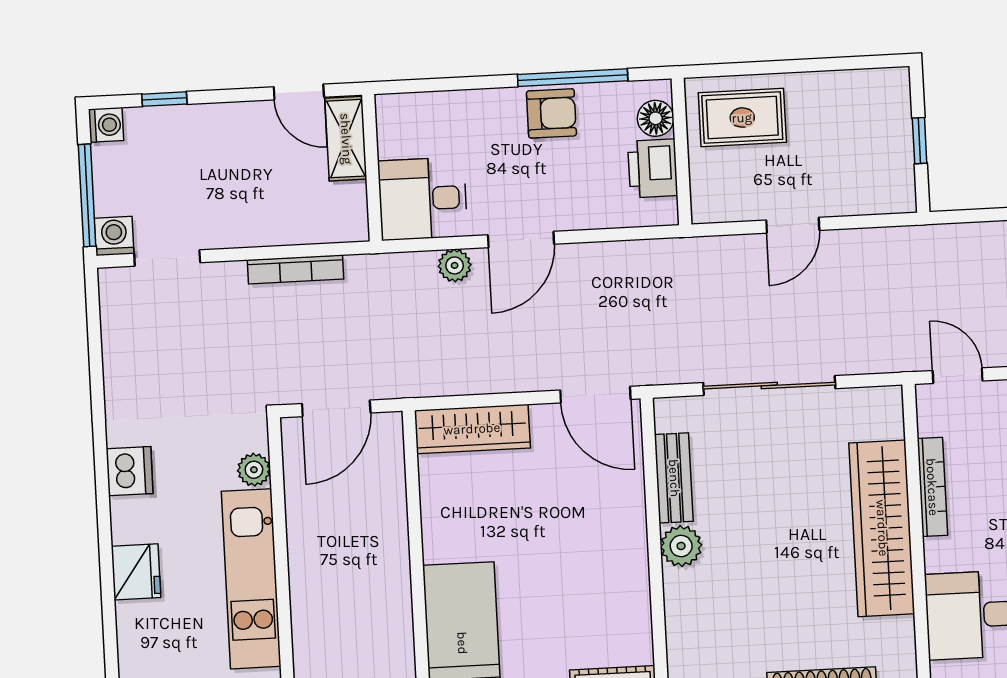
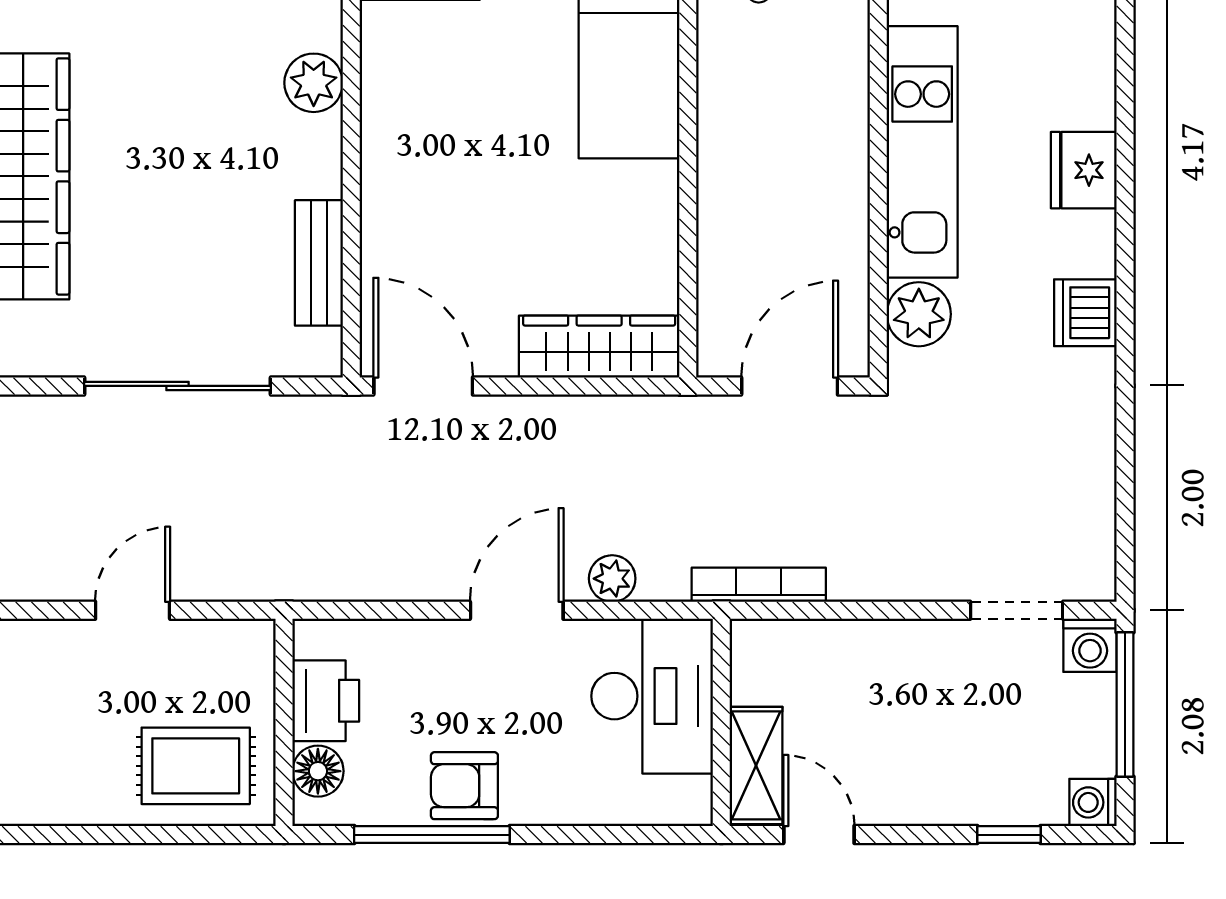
desk: (423, 199) -> (652, 696), width x1.37
bookcase: (296, 269) -> (759, 585), moved
plant: (254, 470) -> (919, 314), width x1.38, depth x1.38
plant: (681, 546) -> (314, 83), moved

